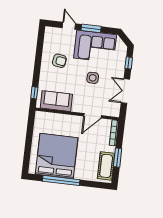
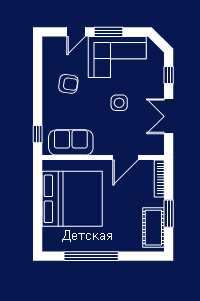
door: (69, 26) -> (76, 32), swing flipped
bed: (57, 156) -> (72, 199), moved, turned 90

